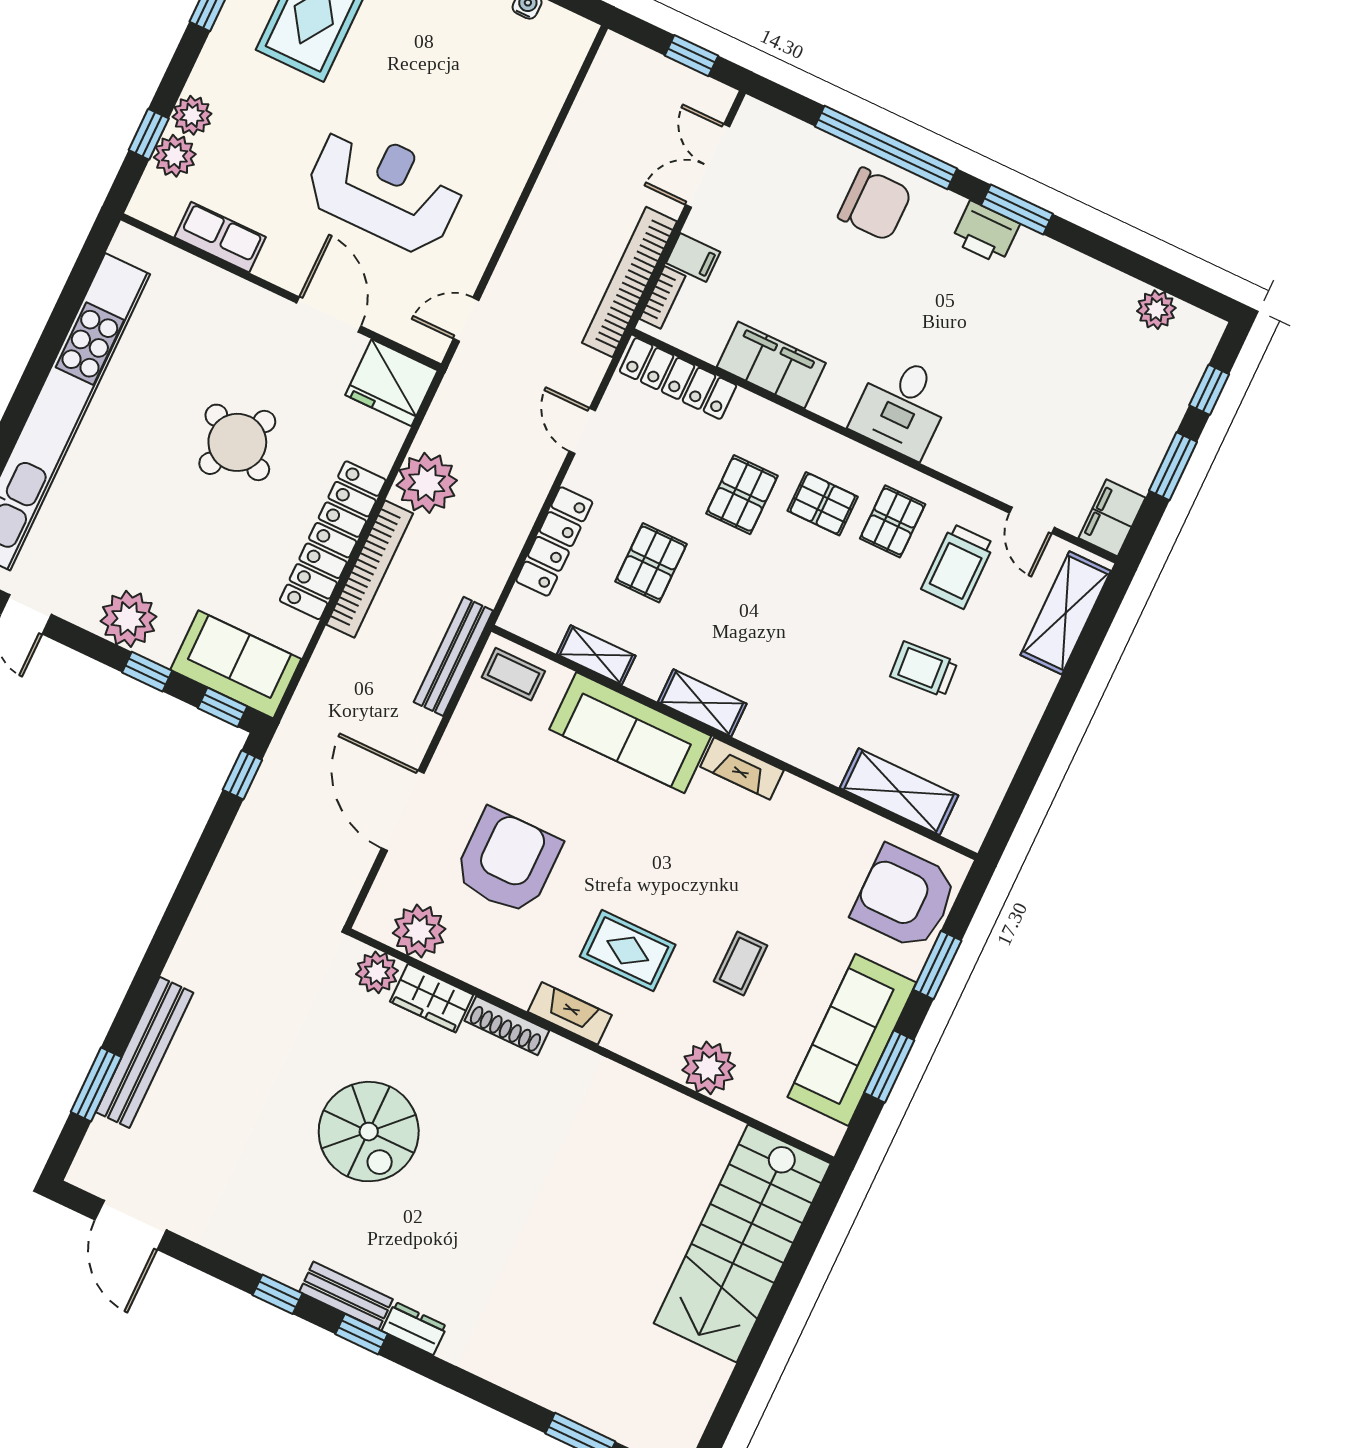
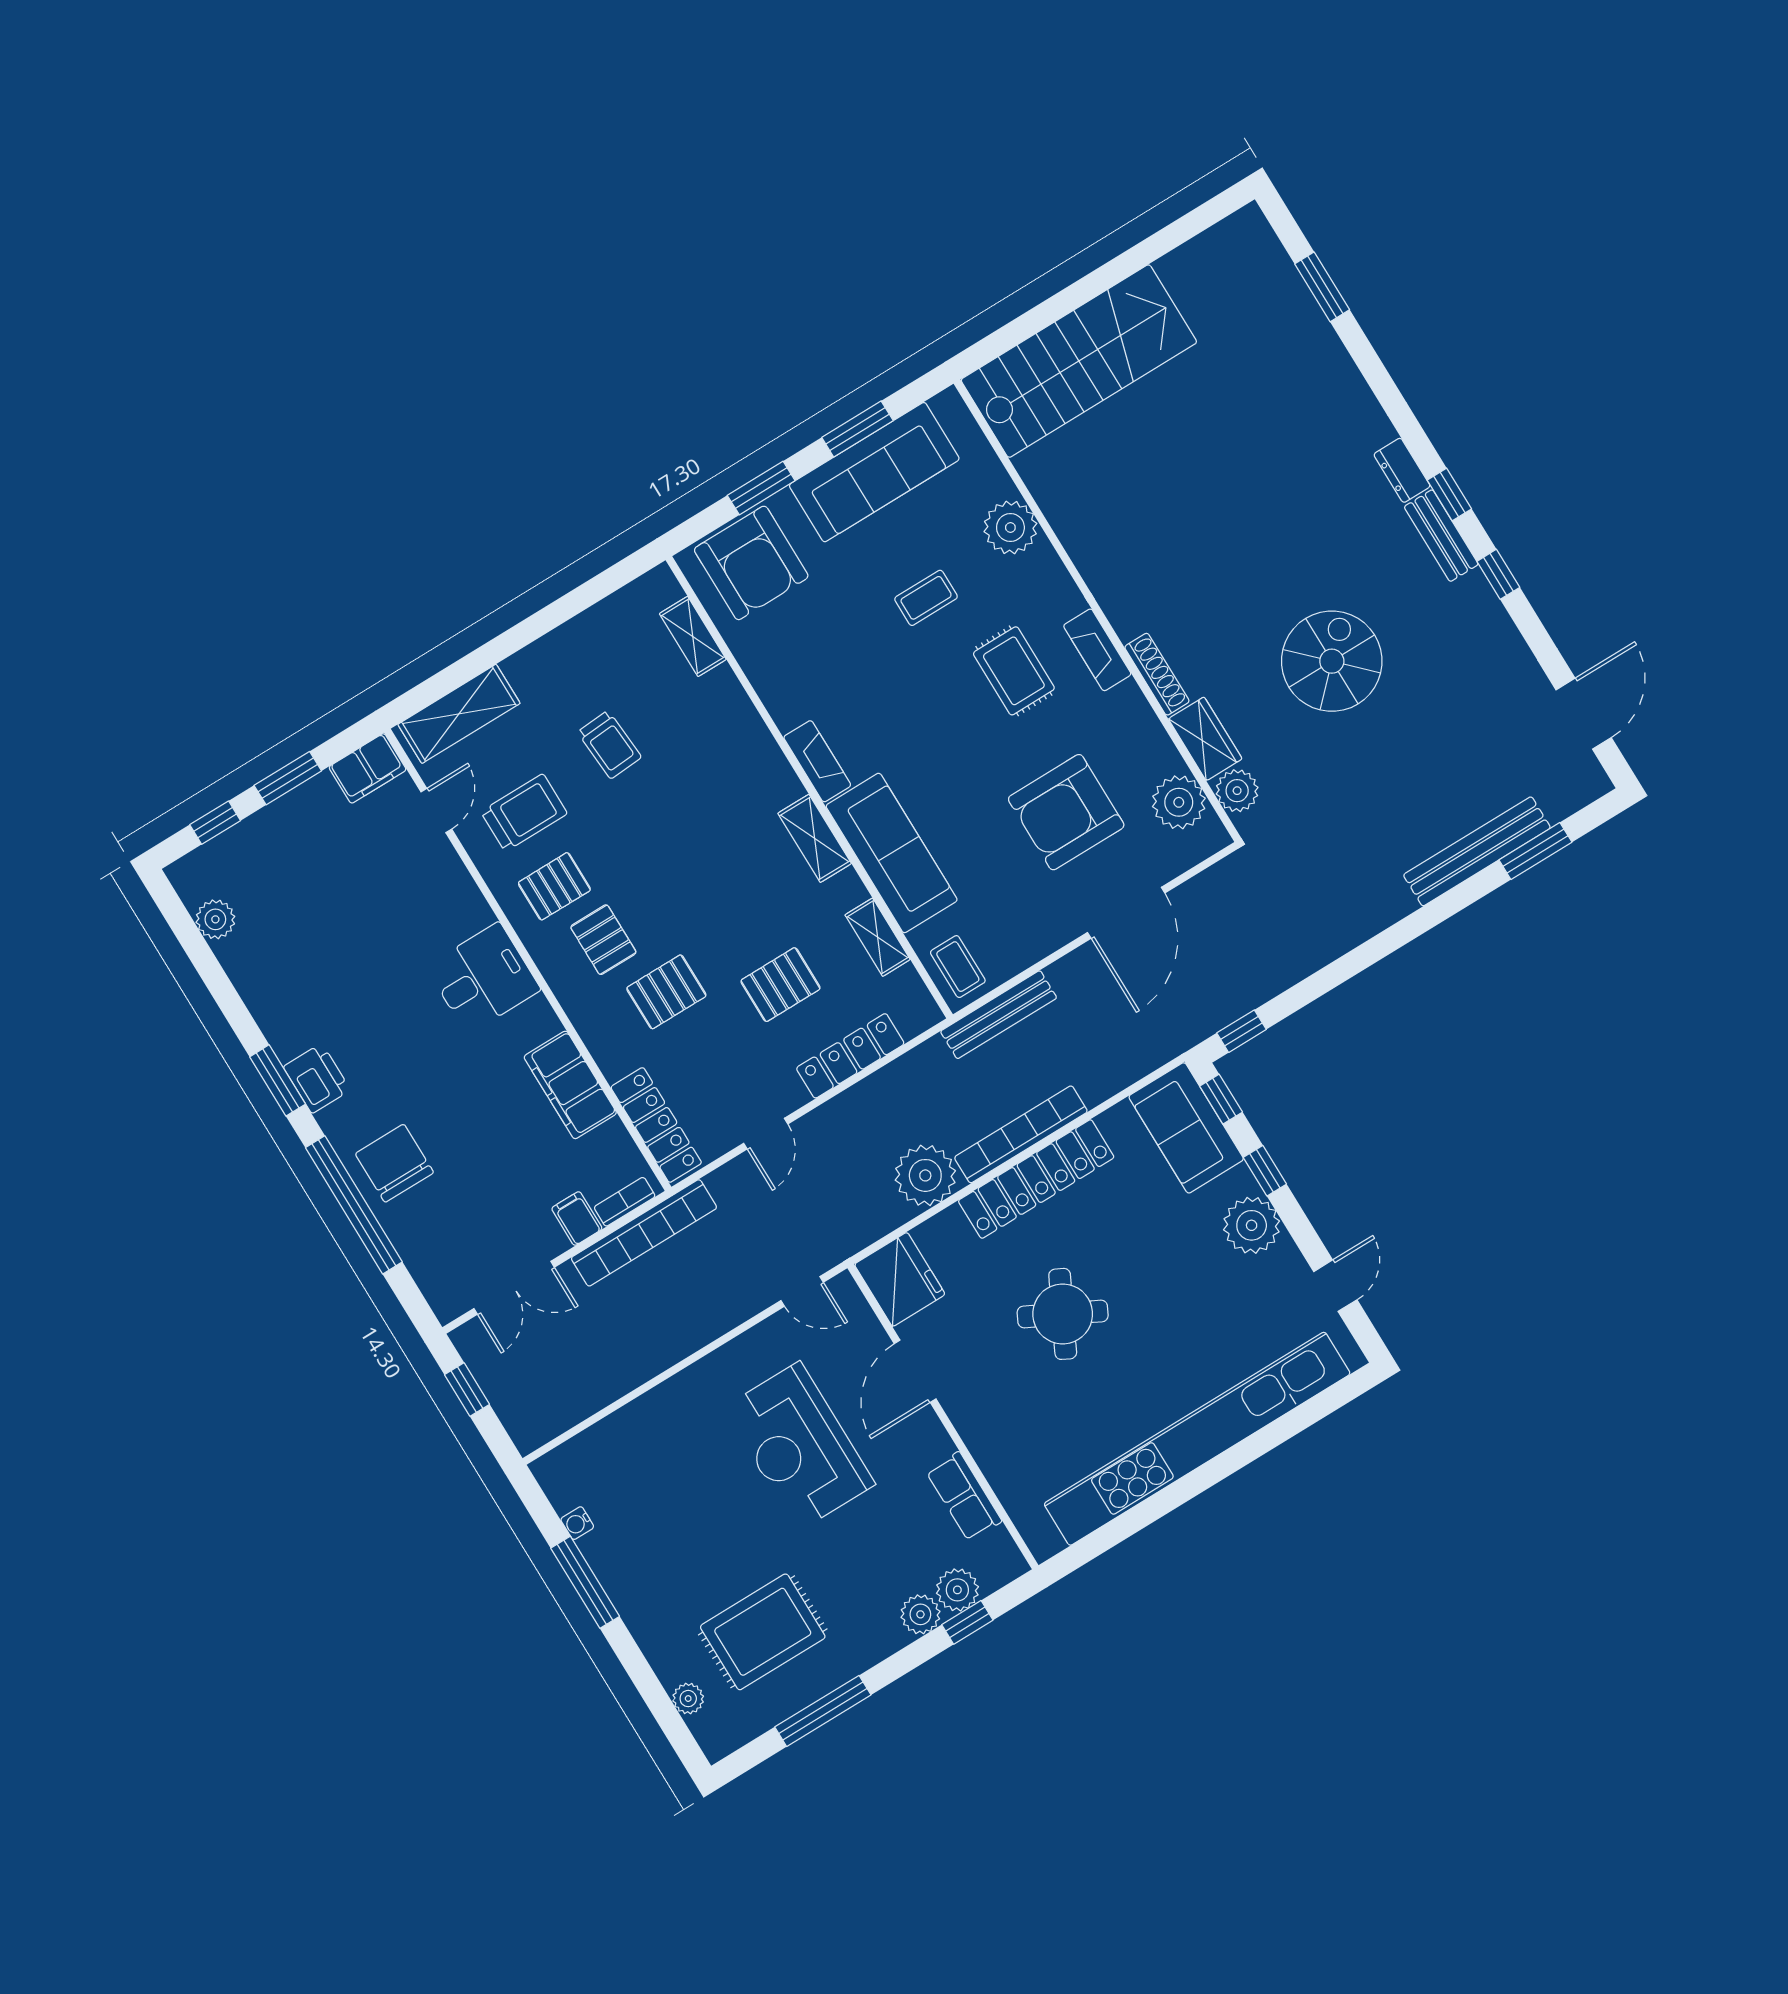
shelving: (899, 792) -> (693, 636), width x0.67, depth x0.75

